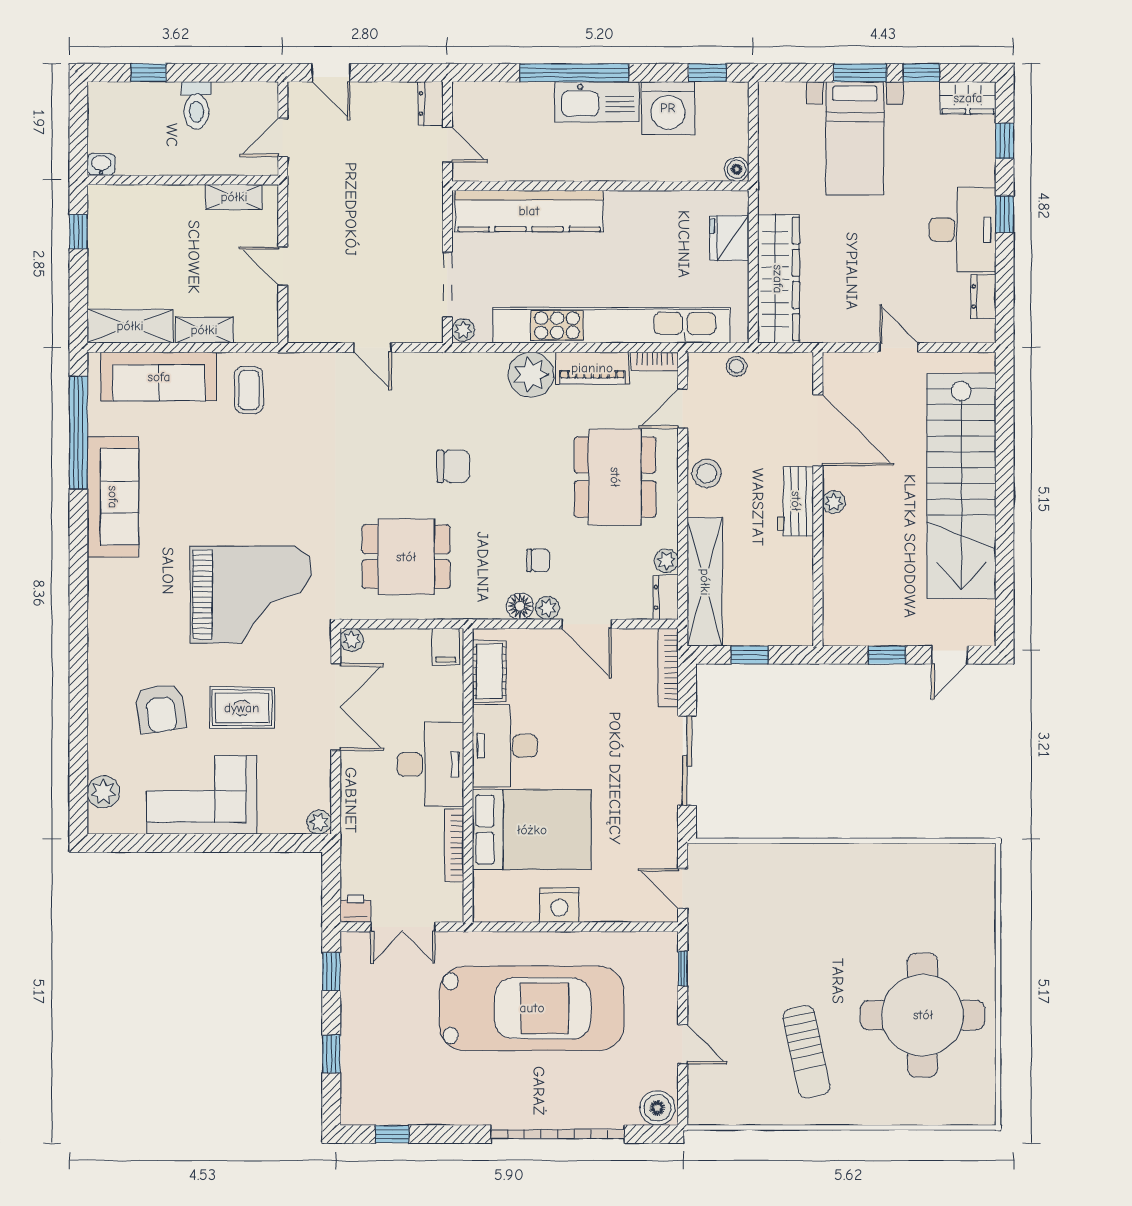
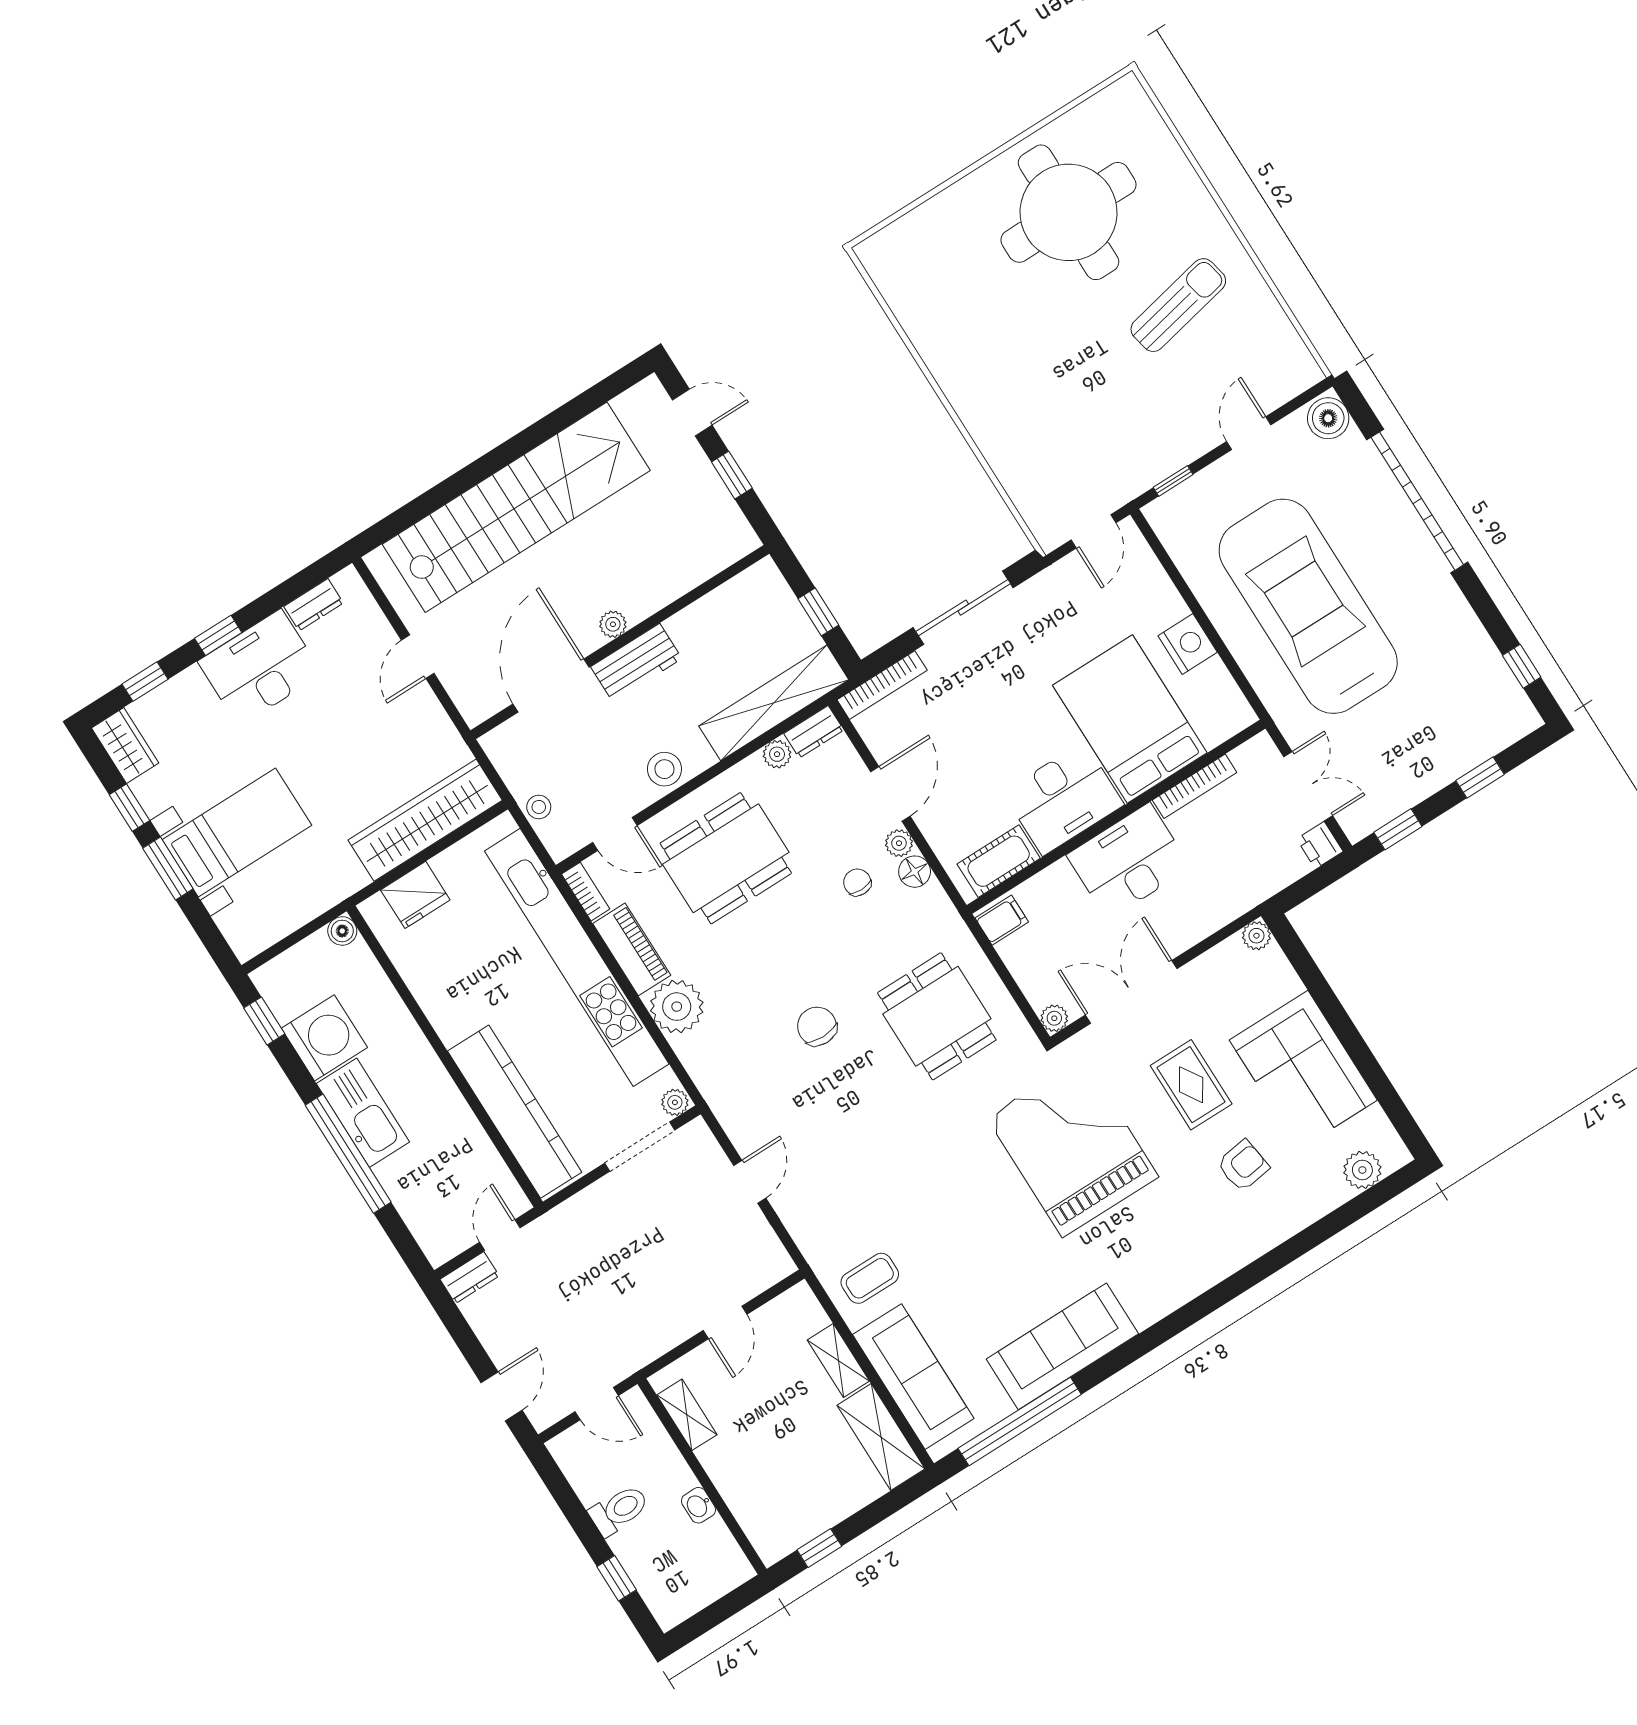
washbasin: (101, 164) -> (698, 1505), moved
armchair: (161, 708) -> (1243, 1166), width x0.72, depth x0.72

